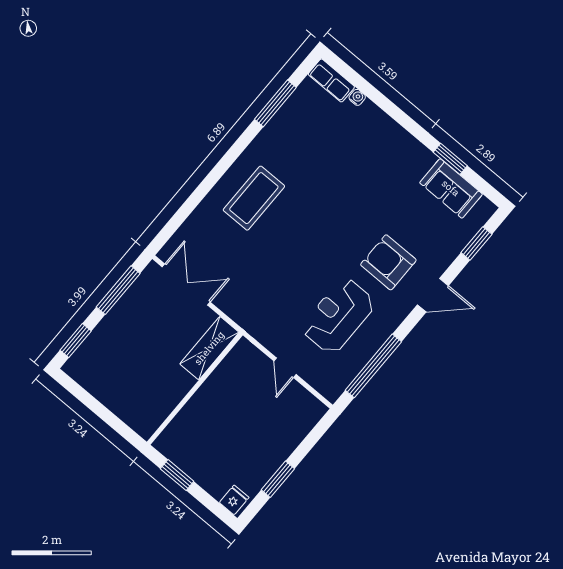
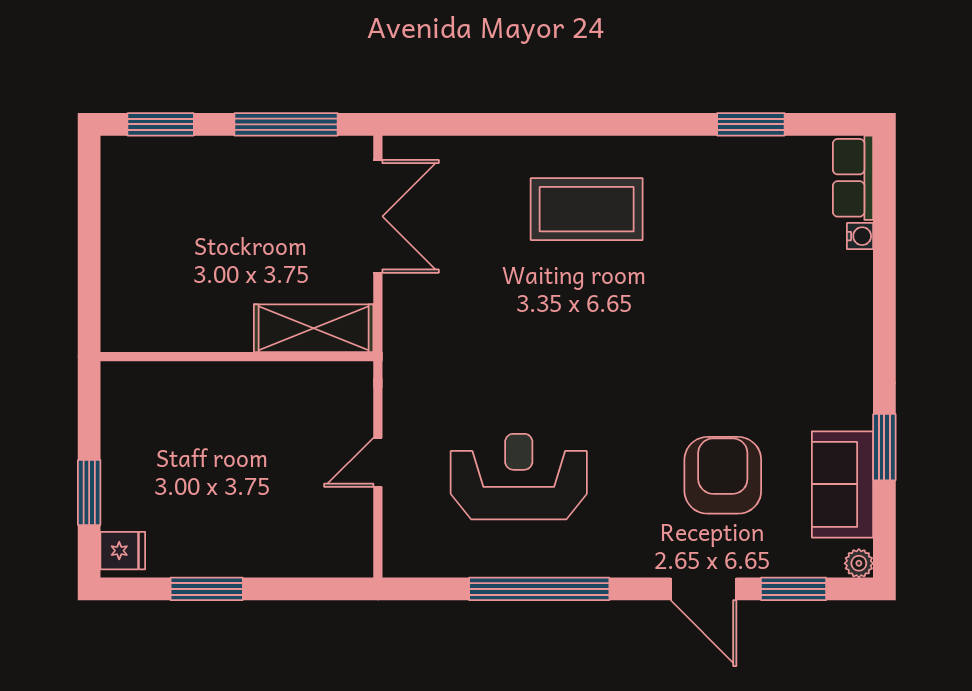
window: (275, 103) -> (751, 124), width x0.69
plant: (488, 209) -> (859, 563), added
armchair: (388, 262) -> (723, 475), moved
door: (433, 295) -> (704, 589), moved
window: (373, 366) -> (539, 589), moved
window: (177, 475) -> (89, 493), moved

